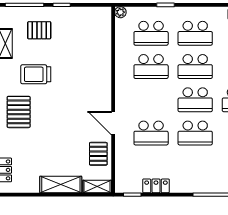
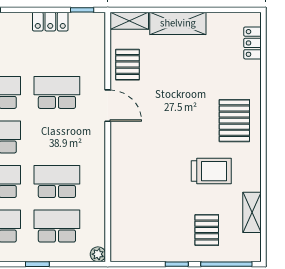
pallet: (39, 30) -> (207, 230), turned 90

